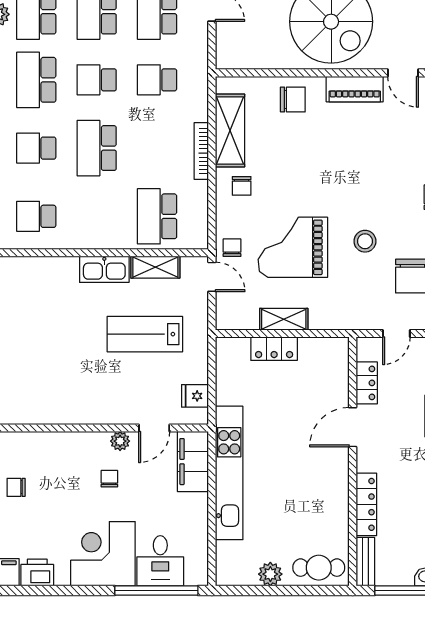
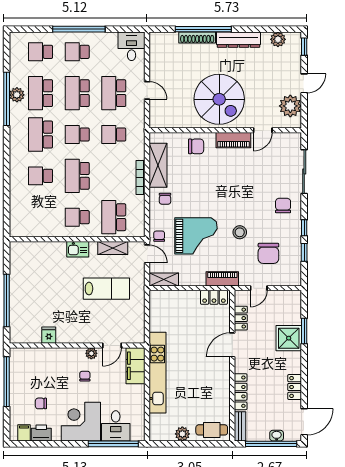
door: (403, 73) -> (263, 130), hinge flipped
school desk: (36, 216) -> (77, 217), moved
grand piano: (293, 247) -> (196, 236), turned 180
kitchen sink: (104, 269) -> (78, 249), width x0.73
piano: (336, 318) -> (222, 279), added
shelving: (284, 319) -> (164, 279), moved
lab bench: (145, 334) -> (106, 289), turned 180
locker: (274, 349) -> (214, 297), moved
fridge: (195, 396) -> (49, 335), moved, turned 90
chair: (16, 487) -> (41, 403), moved

